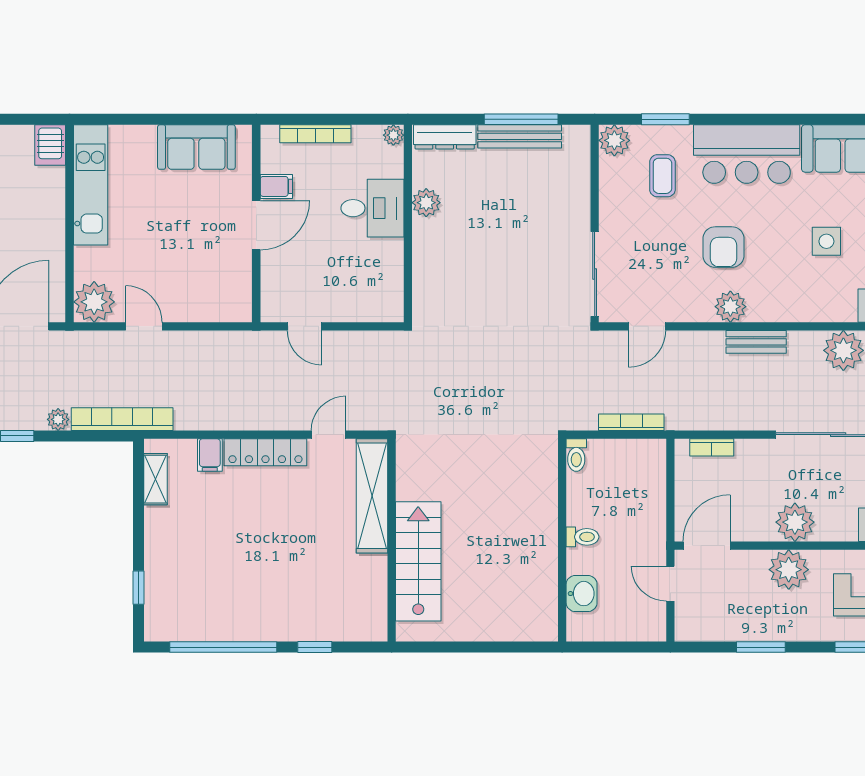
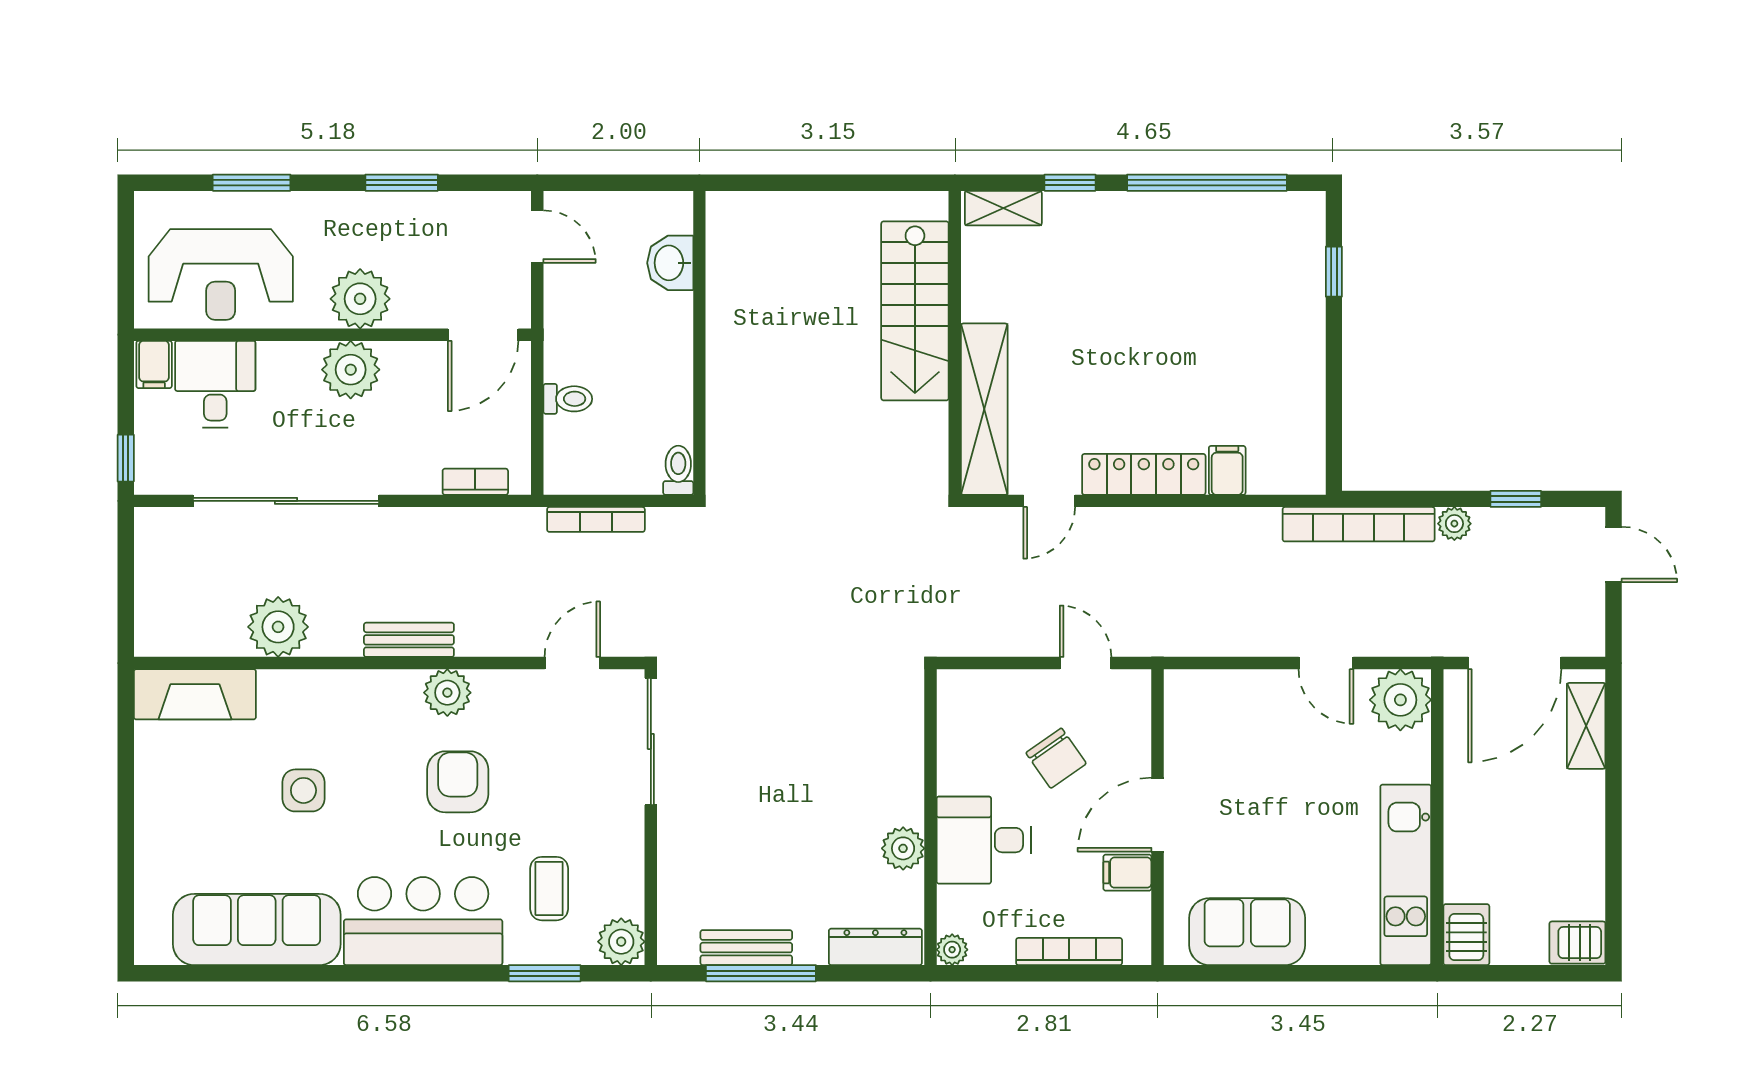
bench: (520, 136) -> (746, 948), width x0.73
chair: (324, 263) -> (1056, 758), added
shelving: (156, 479) -> (1003, 208), moved, turned 90
toilet: (583, 537) -> (568, 399), moved, turned 180
door: (670, 584) -> (537, 237), moved

